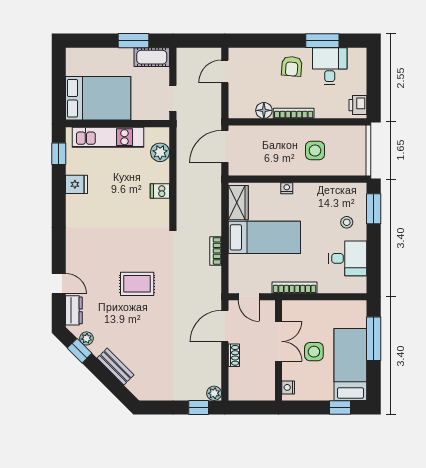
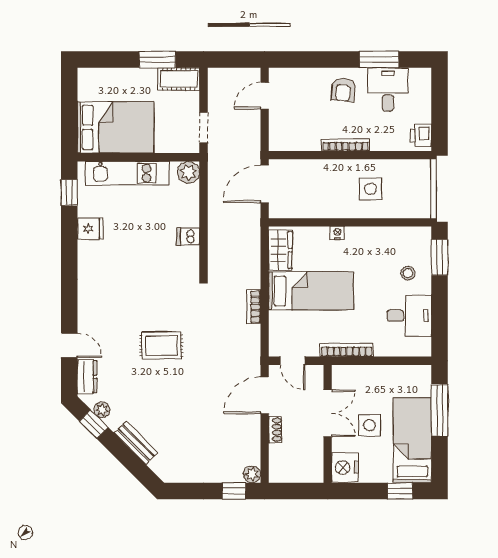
floor lamp: (264, 110) -> (311, 142), removed
plant: (160, 152) -> (188, 172), moved
nightstand: (288, 387) -> (345, 467), width x1.89, depth x1.79

